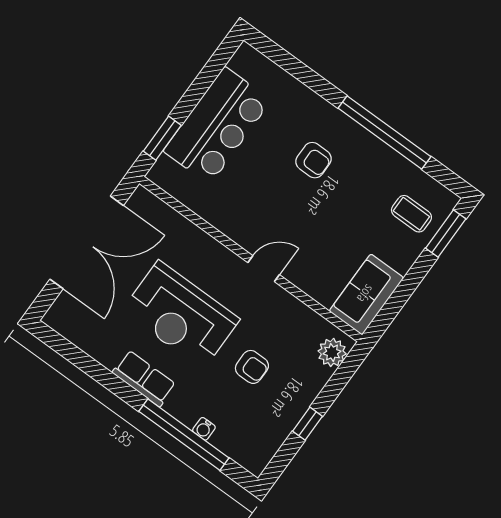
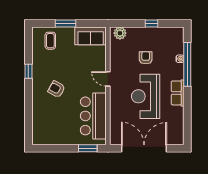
bar counter: (217, 126) -> (93, 116), moved, turned -90
window: (384, 132) -> (28, 71), width x0.32
armchair: (314, 160) -> (57, 89), turned -61
window: (446, 234) -> (66, 23), moved
reception desk: (181, 315) -> (146, 96), turned 180

